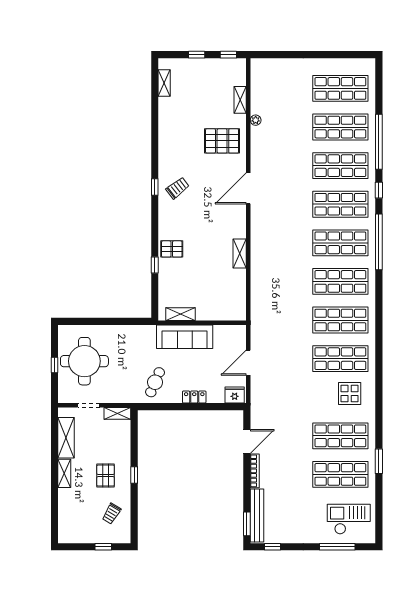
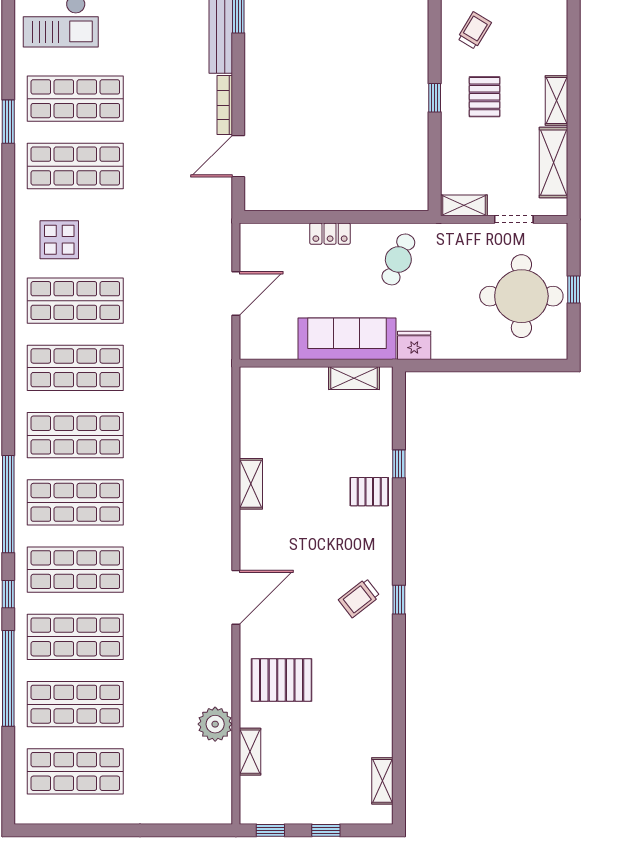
plant: (256, 120) -> (215, 724), width x1.88, depth x1.88
fridge: (235, 395) -> (414, 345), moved, turned 180

